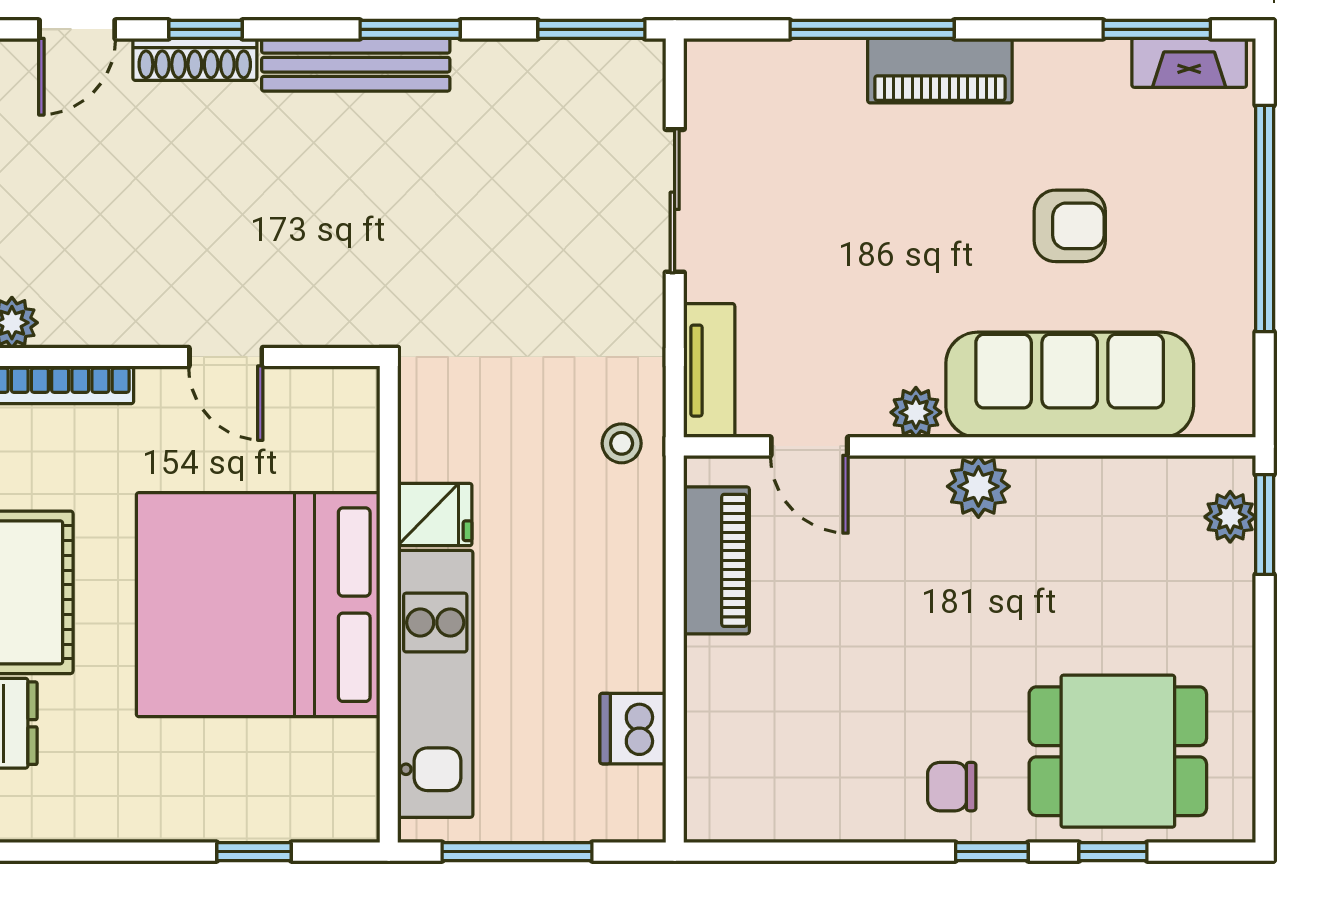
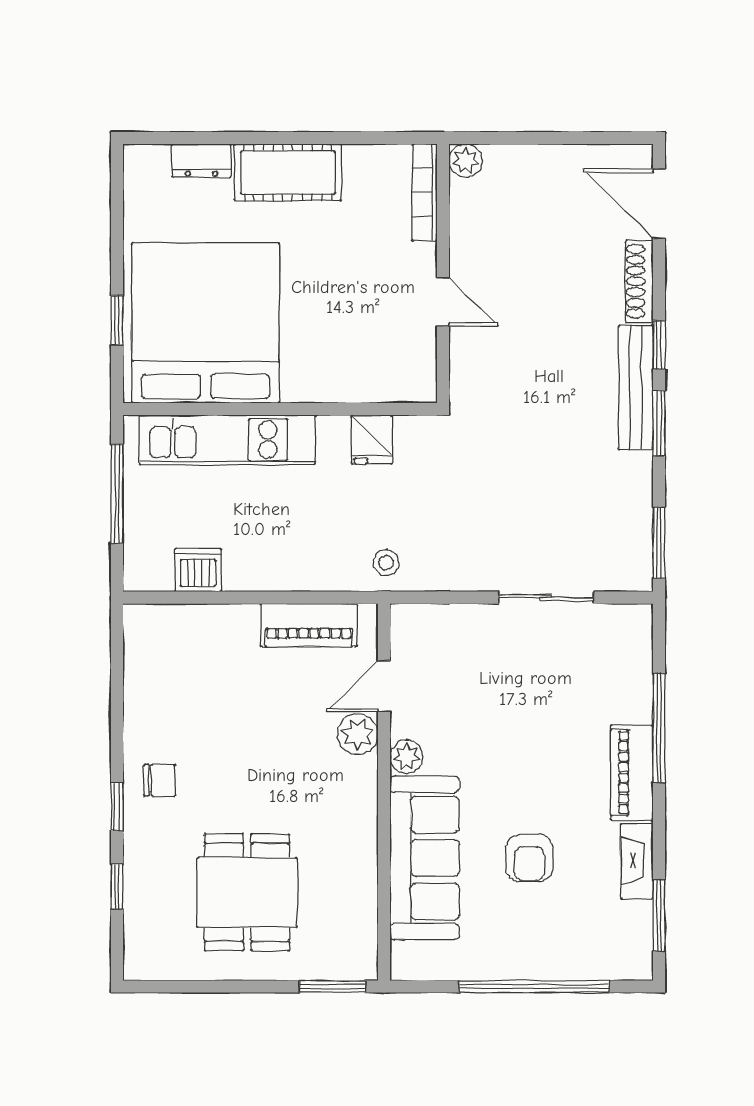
door: (77, 29) -> (659, 204), width x1.38
window: (206, 29) -> (659, 345), moved
fireplace: (1189, 63) -> (637, 861), moved
door: (226, 357) -> (443, 302), swing flipped
tv unit: (709, 371) -> (434, 620), removed
plant: (978, 486) -> (358, 734), moved
fridge: (435, 515) -> (372, 439), moved
plant: (1230, 517) -> (338, 964), removed
bed: (258, 605) -> (206, 323), moved
dining table: (1118, 751) -> (247, 892), moved
chair: (952, 787) -> (160, 780), turned 90

